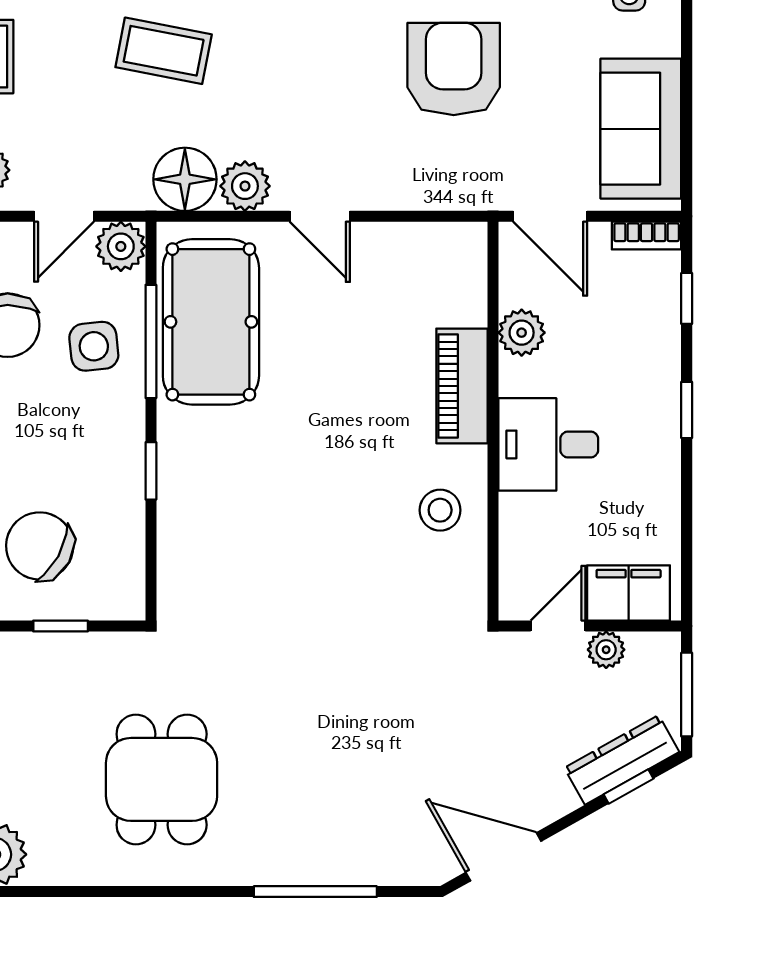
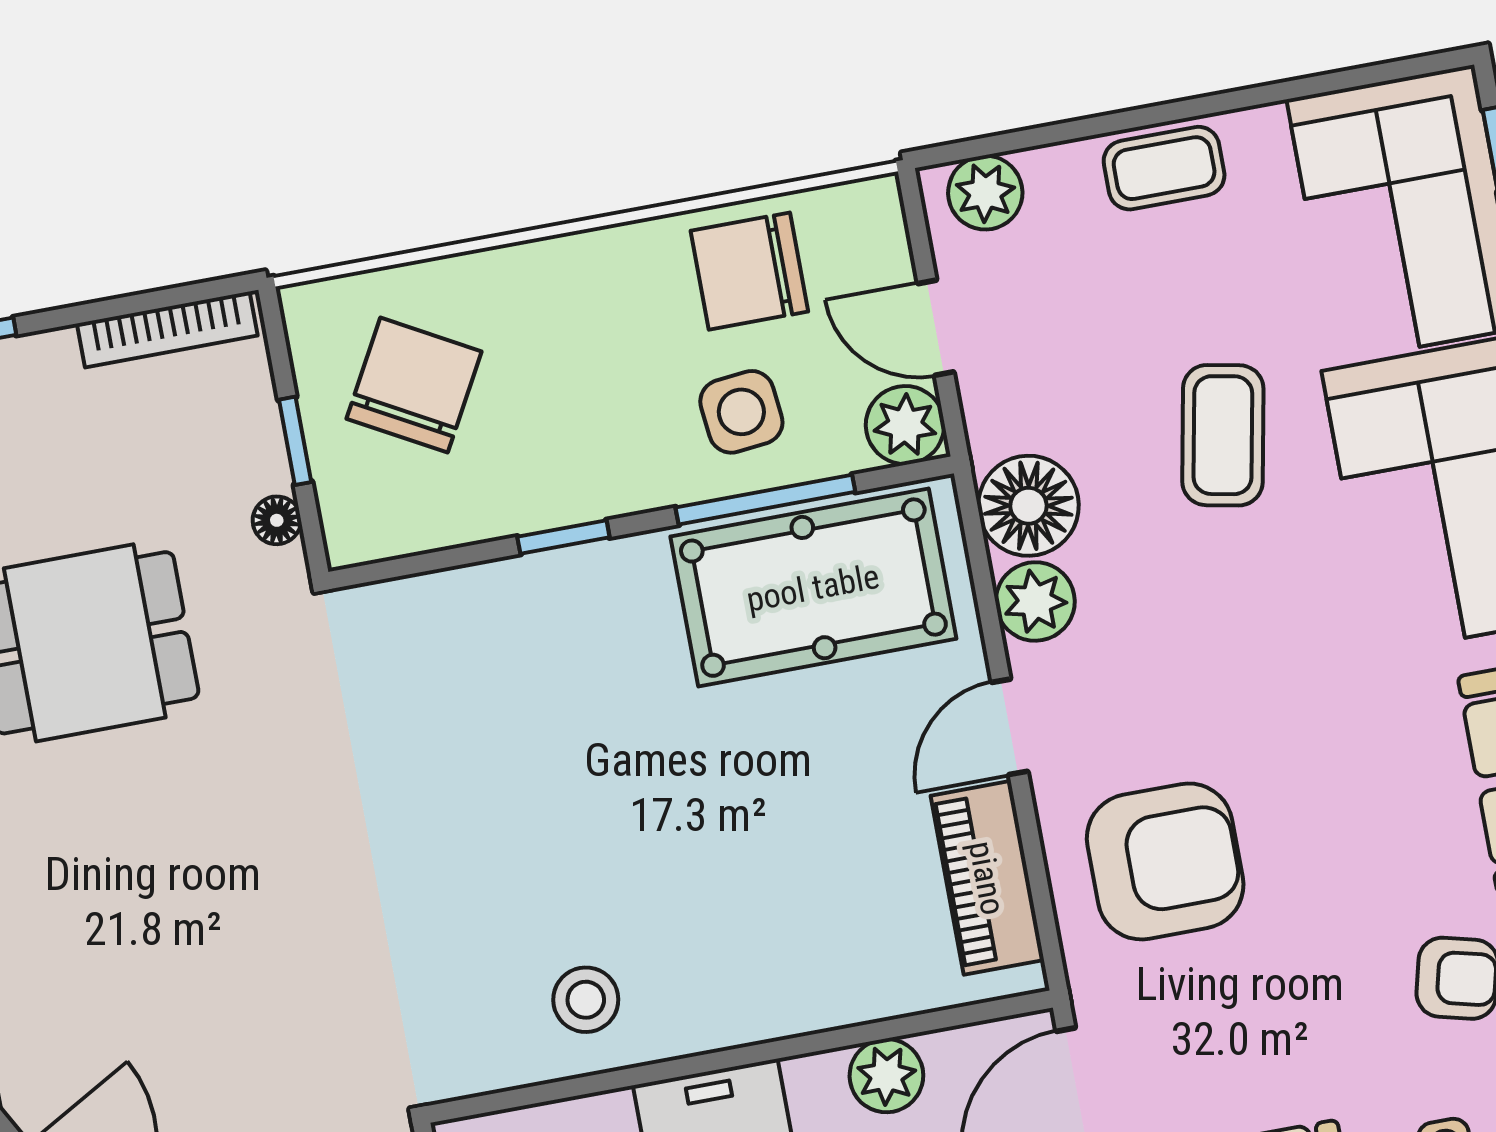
armchair: (454, 69) -> (1165, 861), moved
piano: (462, 386) -> (987, 878), moved, turned -90
floor lamp: (108, 646) -> (277, 520), added

